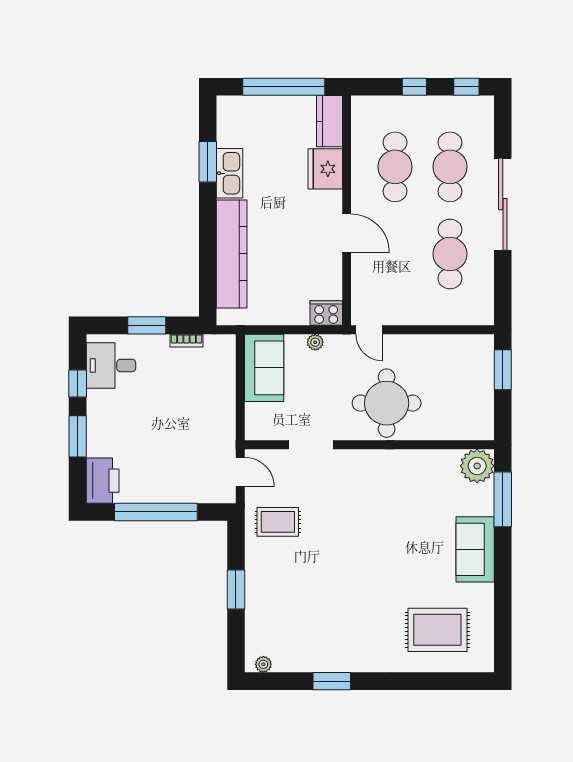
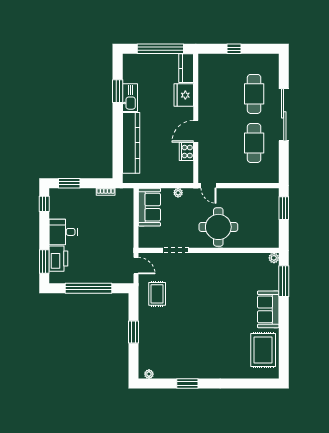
window: (466, 87) -> (263, 49), removed
cafe table: (395, 167) -> (223, 94), removed
door: (347, 233) -> (196, 131), swing flipped
cooker: (326, 313) -> (186, 152), moved, turned -90
window: (147, 325) -> (69, 183), moved
desk: (111, 365) -> (63, 232), moved
window: (78, 384) -> (44, 204), moved
window: (78, 436) -> (44, 262), moved
plant: (477, 466) -> (274, 258), width x0.53, depth x0.53
printer: (103, 481) -> (58, 259), moved
rug: (278, 522) -> (157, 294), turned 90
rug: (437, 630) -> (263, 350), moved, turned 90

